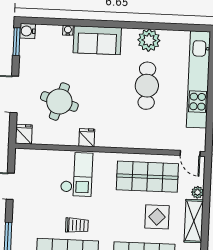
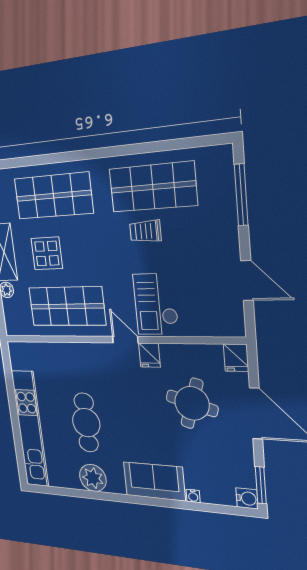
door: (190, 153) -> (125, 340), moved

